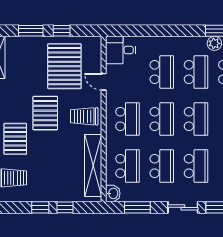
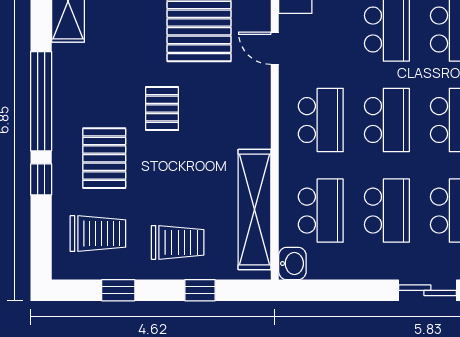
pallet: (45, 113) -> (162, 109), width x0.67, depth x0.71
trolley: (84, 116) -> (178, 242), moved, turned 180
window: (40, 207) -> (118, 290), moved
window: (137, 207) -> (340, 290), removed

